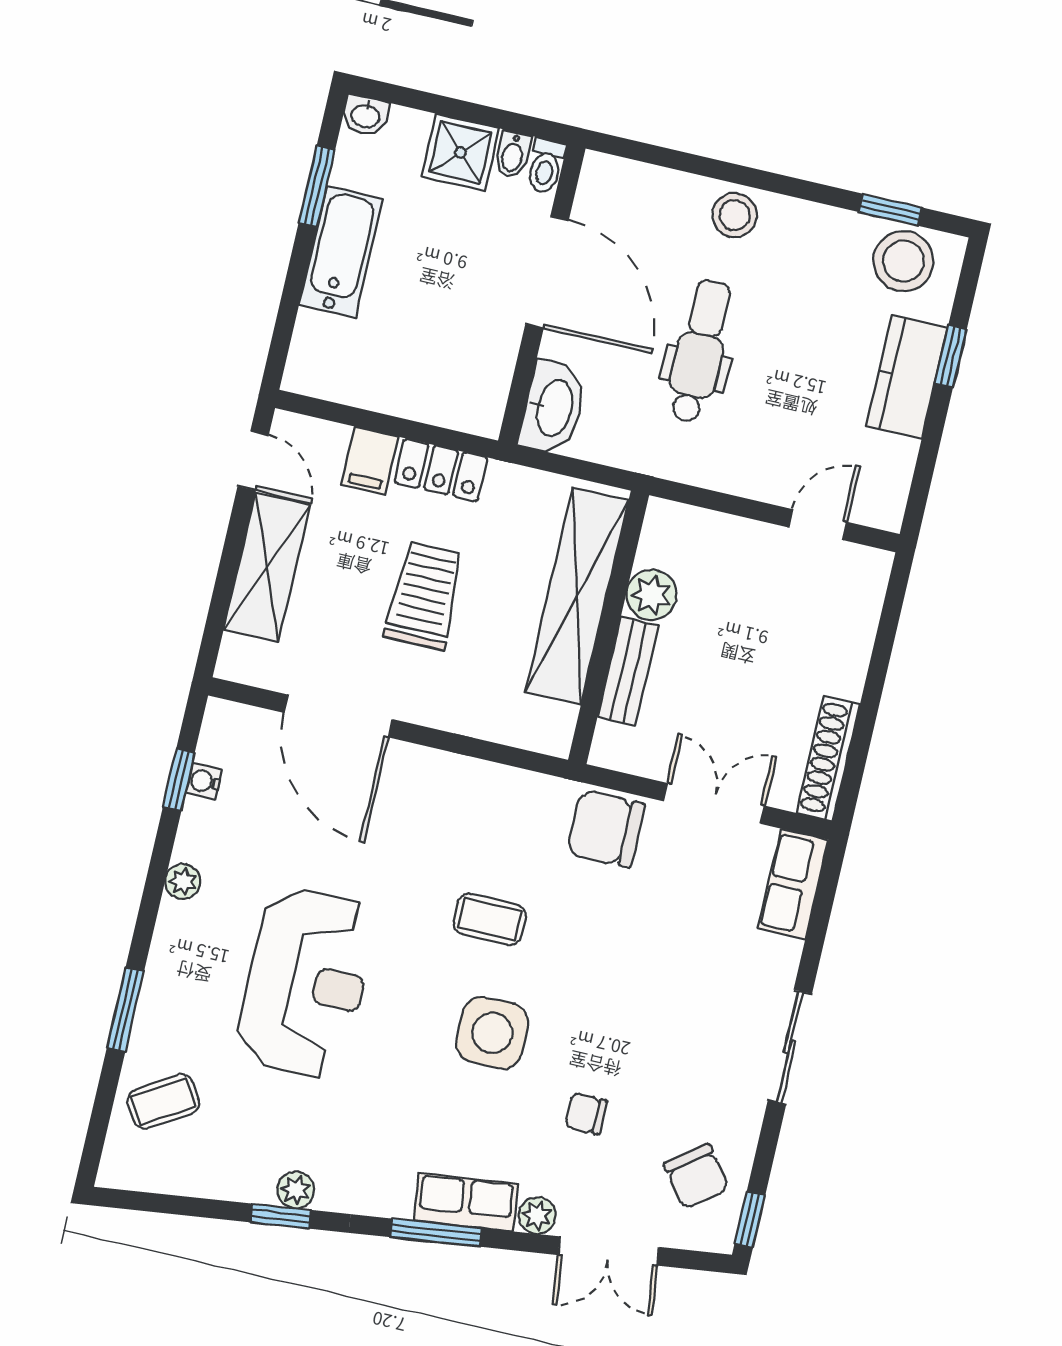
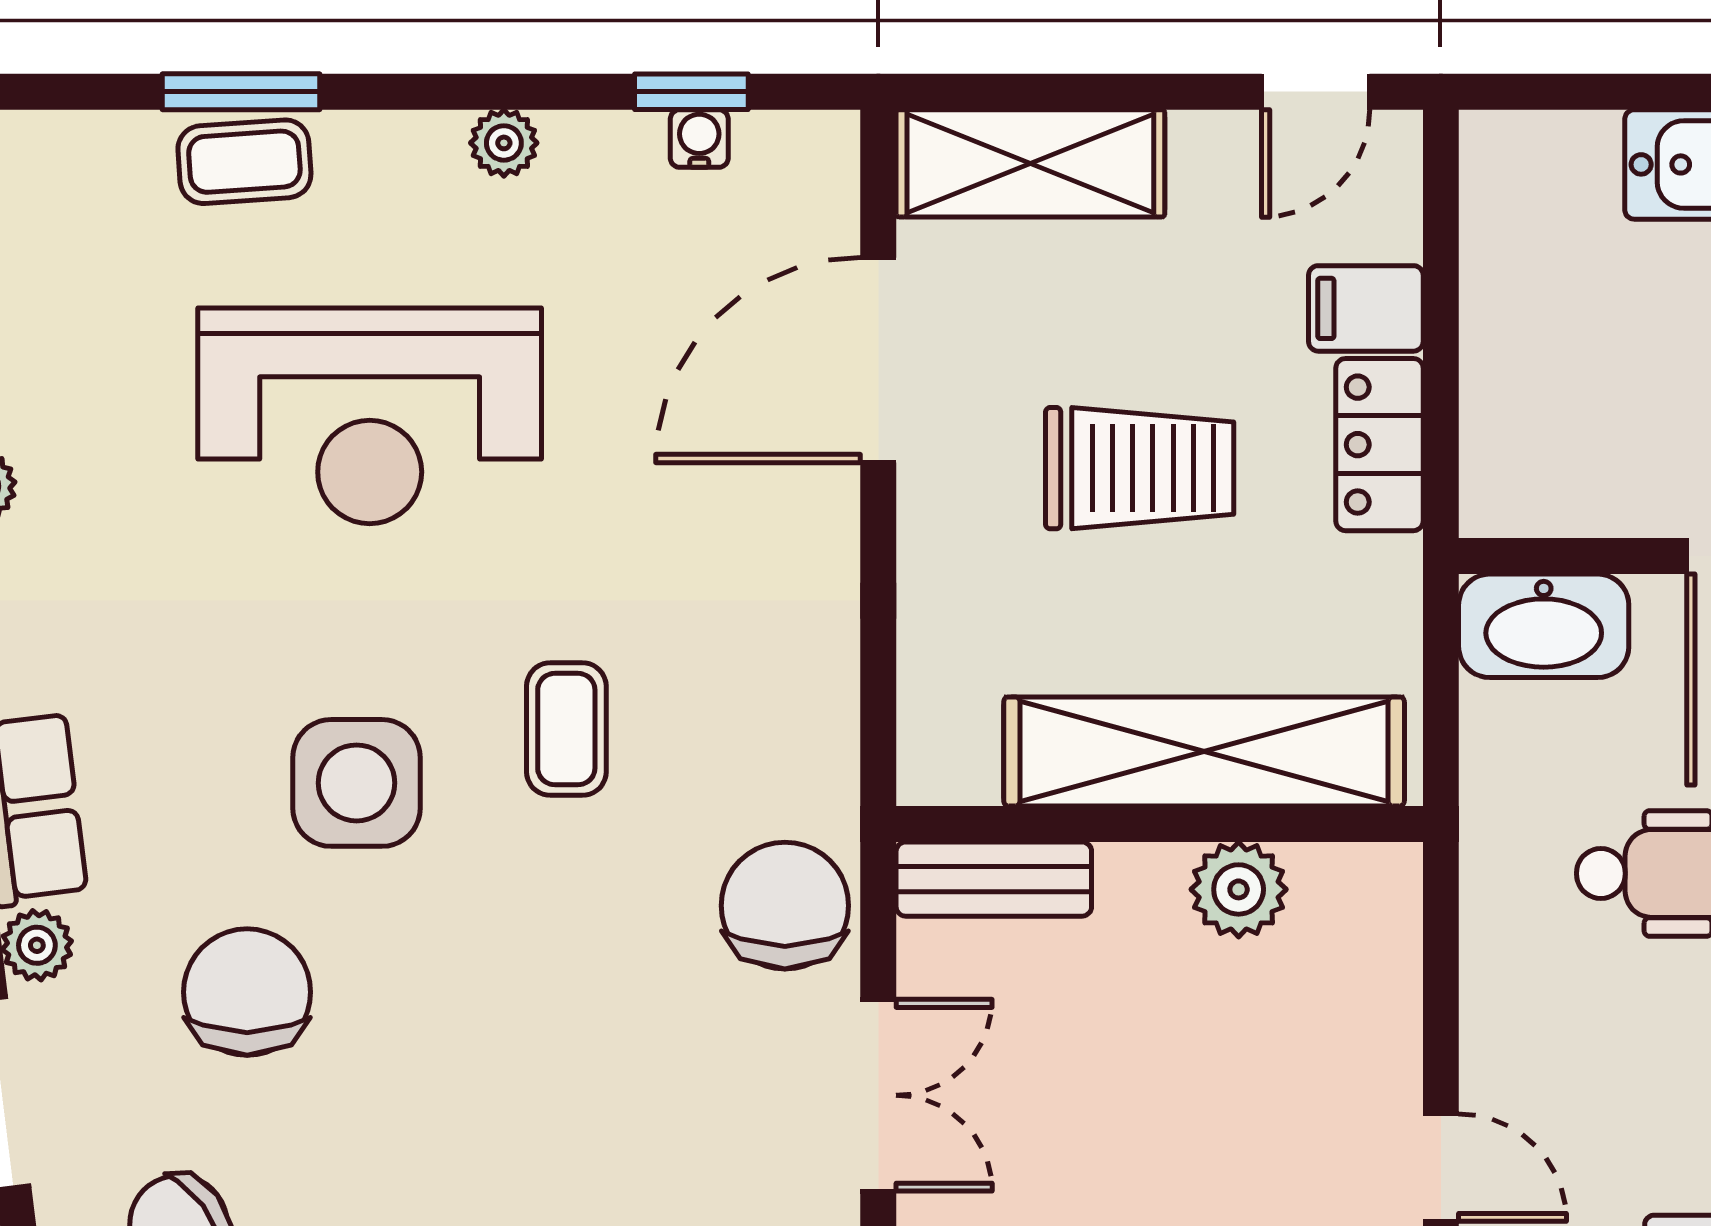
shelving: (267, 567) -> (1030, 163), moved
bench: (628, 672) -> (994, 879), moved
coffee table: (163, 1102) -> (244, 162), moved, turned -62
chair: (586, 1114) -> (247, 992), width x1.87, depth x1.87

